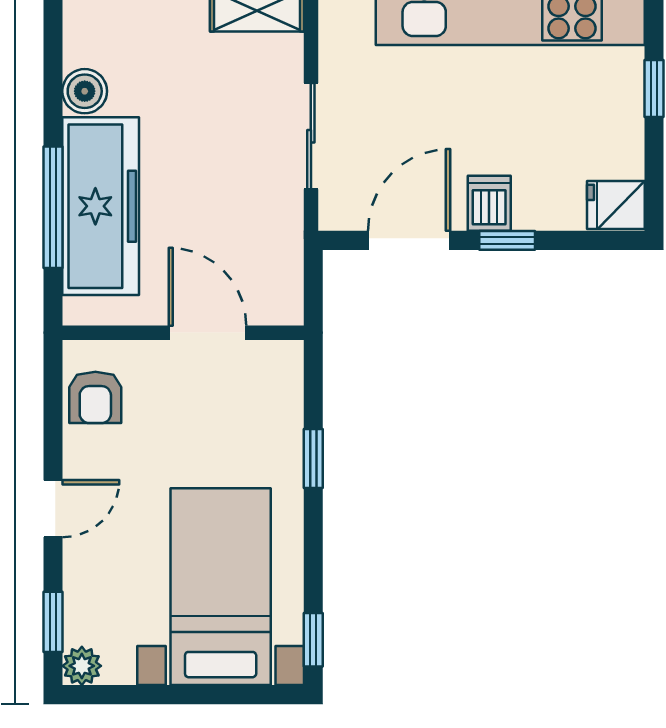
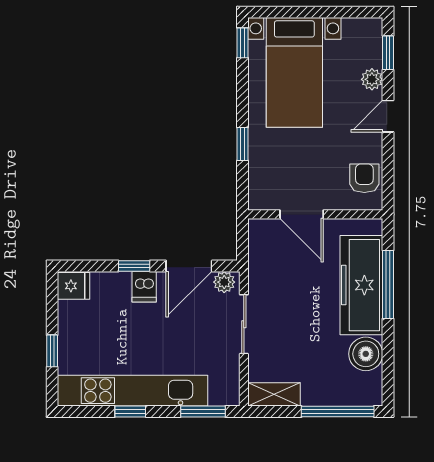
boiler: (85, 91) -> (366, 354), width x1.36, depth x1.36
plant: (346, 212) -> (224, 282), added
plant: (82, 666) -> (372, 79), moved

